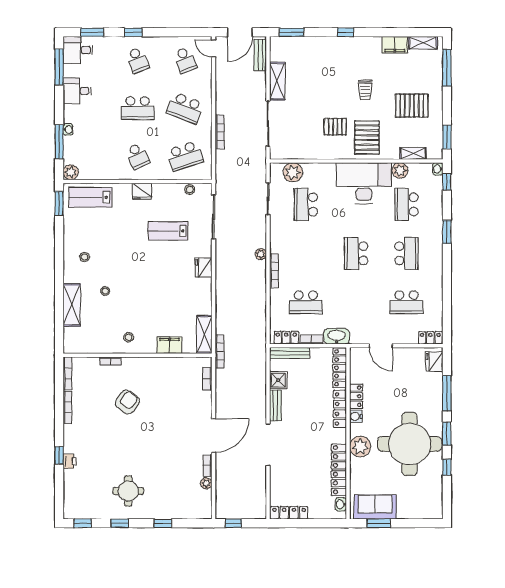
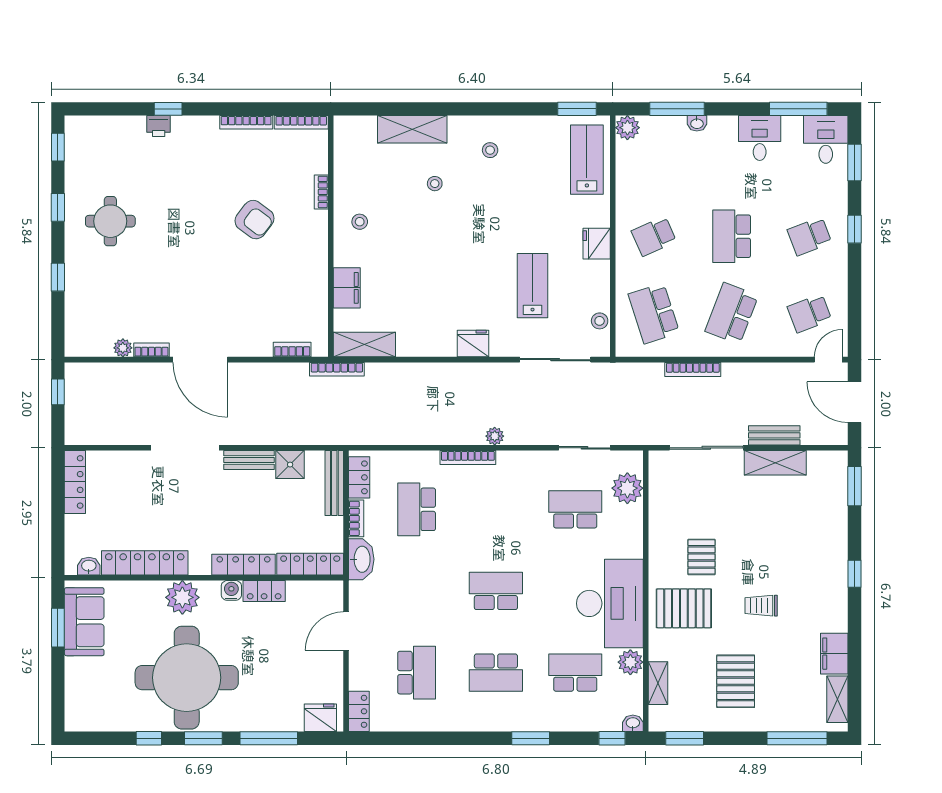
bench: (260, 55) -> (774, 435), moved
school desk: (406, 302) -> (417, 673), turned 180

